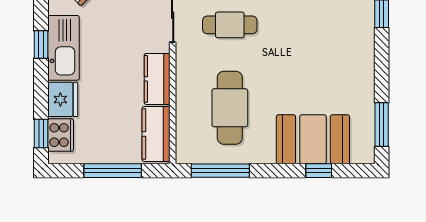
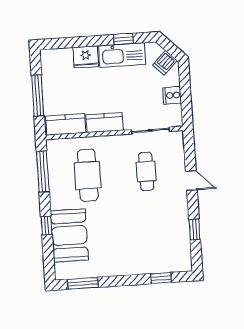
cafe table: (230, 108) -> (88, 175), turned 90
window: (41, 133) -> (61, 43), removed
cooker: (61, 135) -> (60, 57), removed
window: (319, 171) -> (46, 225), moved

